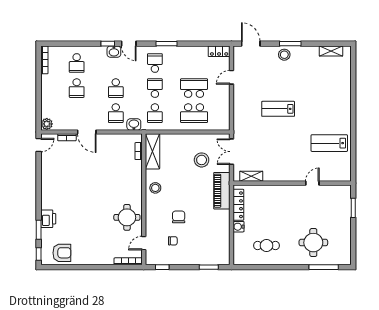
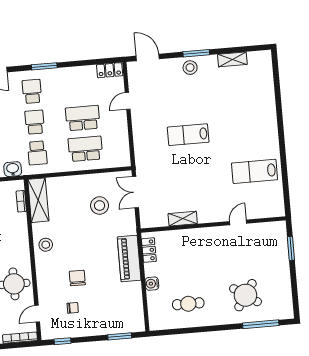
shelving: (331, 51) -> (232, 59), moved
school desk: (194, 113) -> (85, 149), turned 180
shelving: (251, 176) -> (183, 219), moved
piano: (222, 191) -> (129, 259), moved
locker: (238, 205) -> (149, 250), width x0.66
round table: (313, 243) -> (245, 295), turned 34

